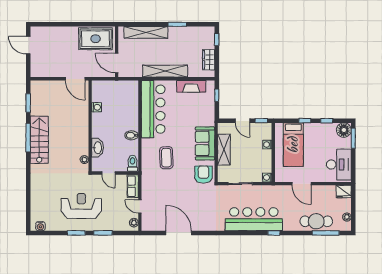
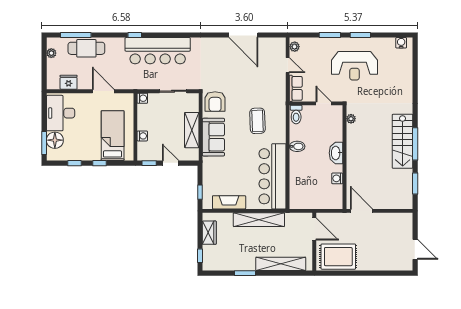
floor lamp: (344, 130) -> (55, 140), moved
washbasin: (98, 148) -> (336, 153), moved
fridge: (344, 192) -> (69, 82), moved

